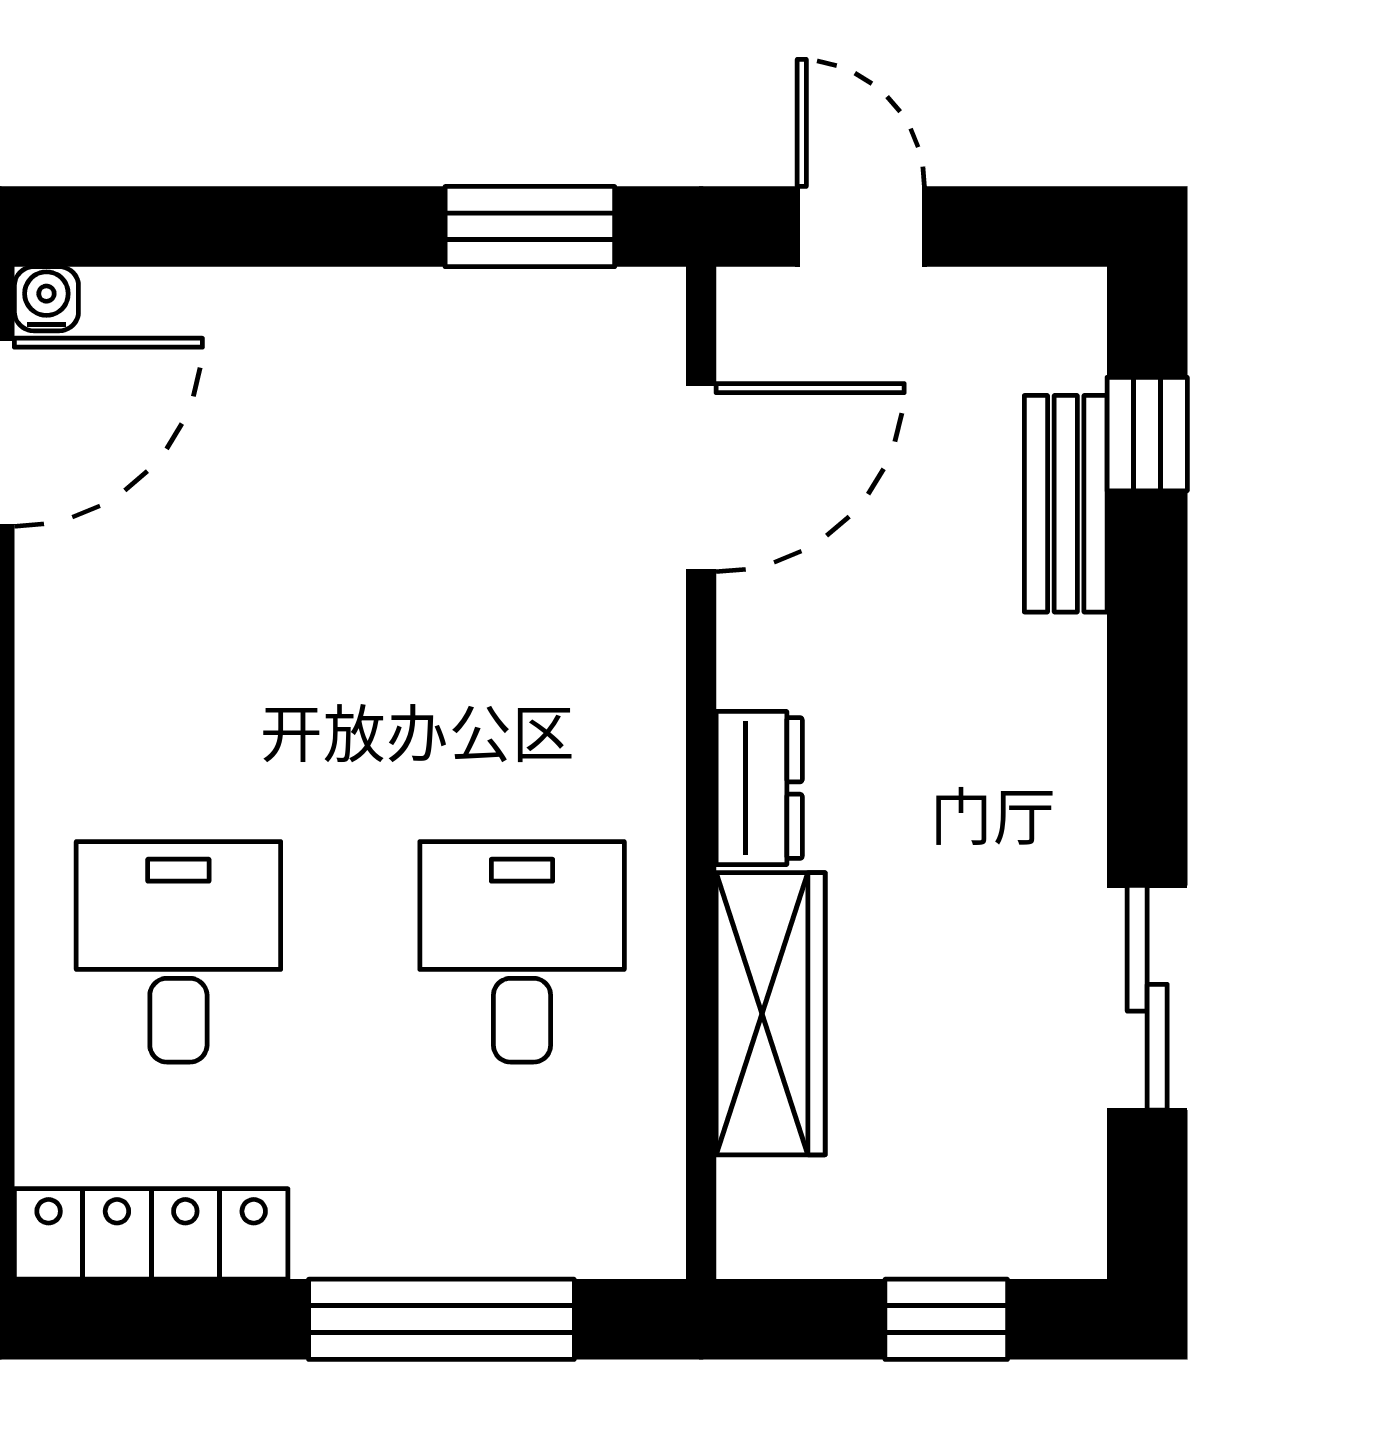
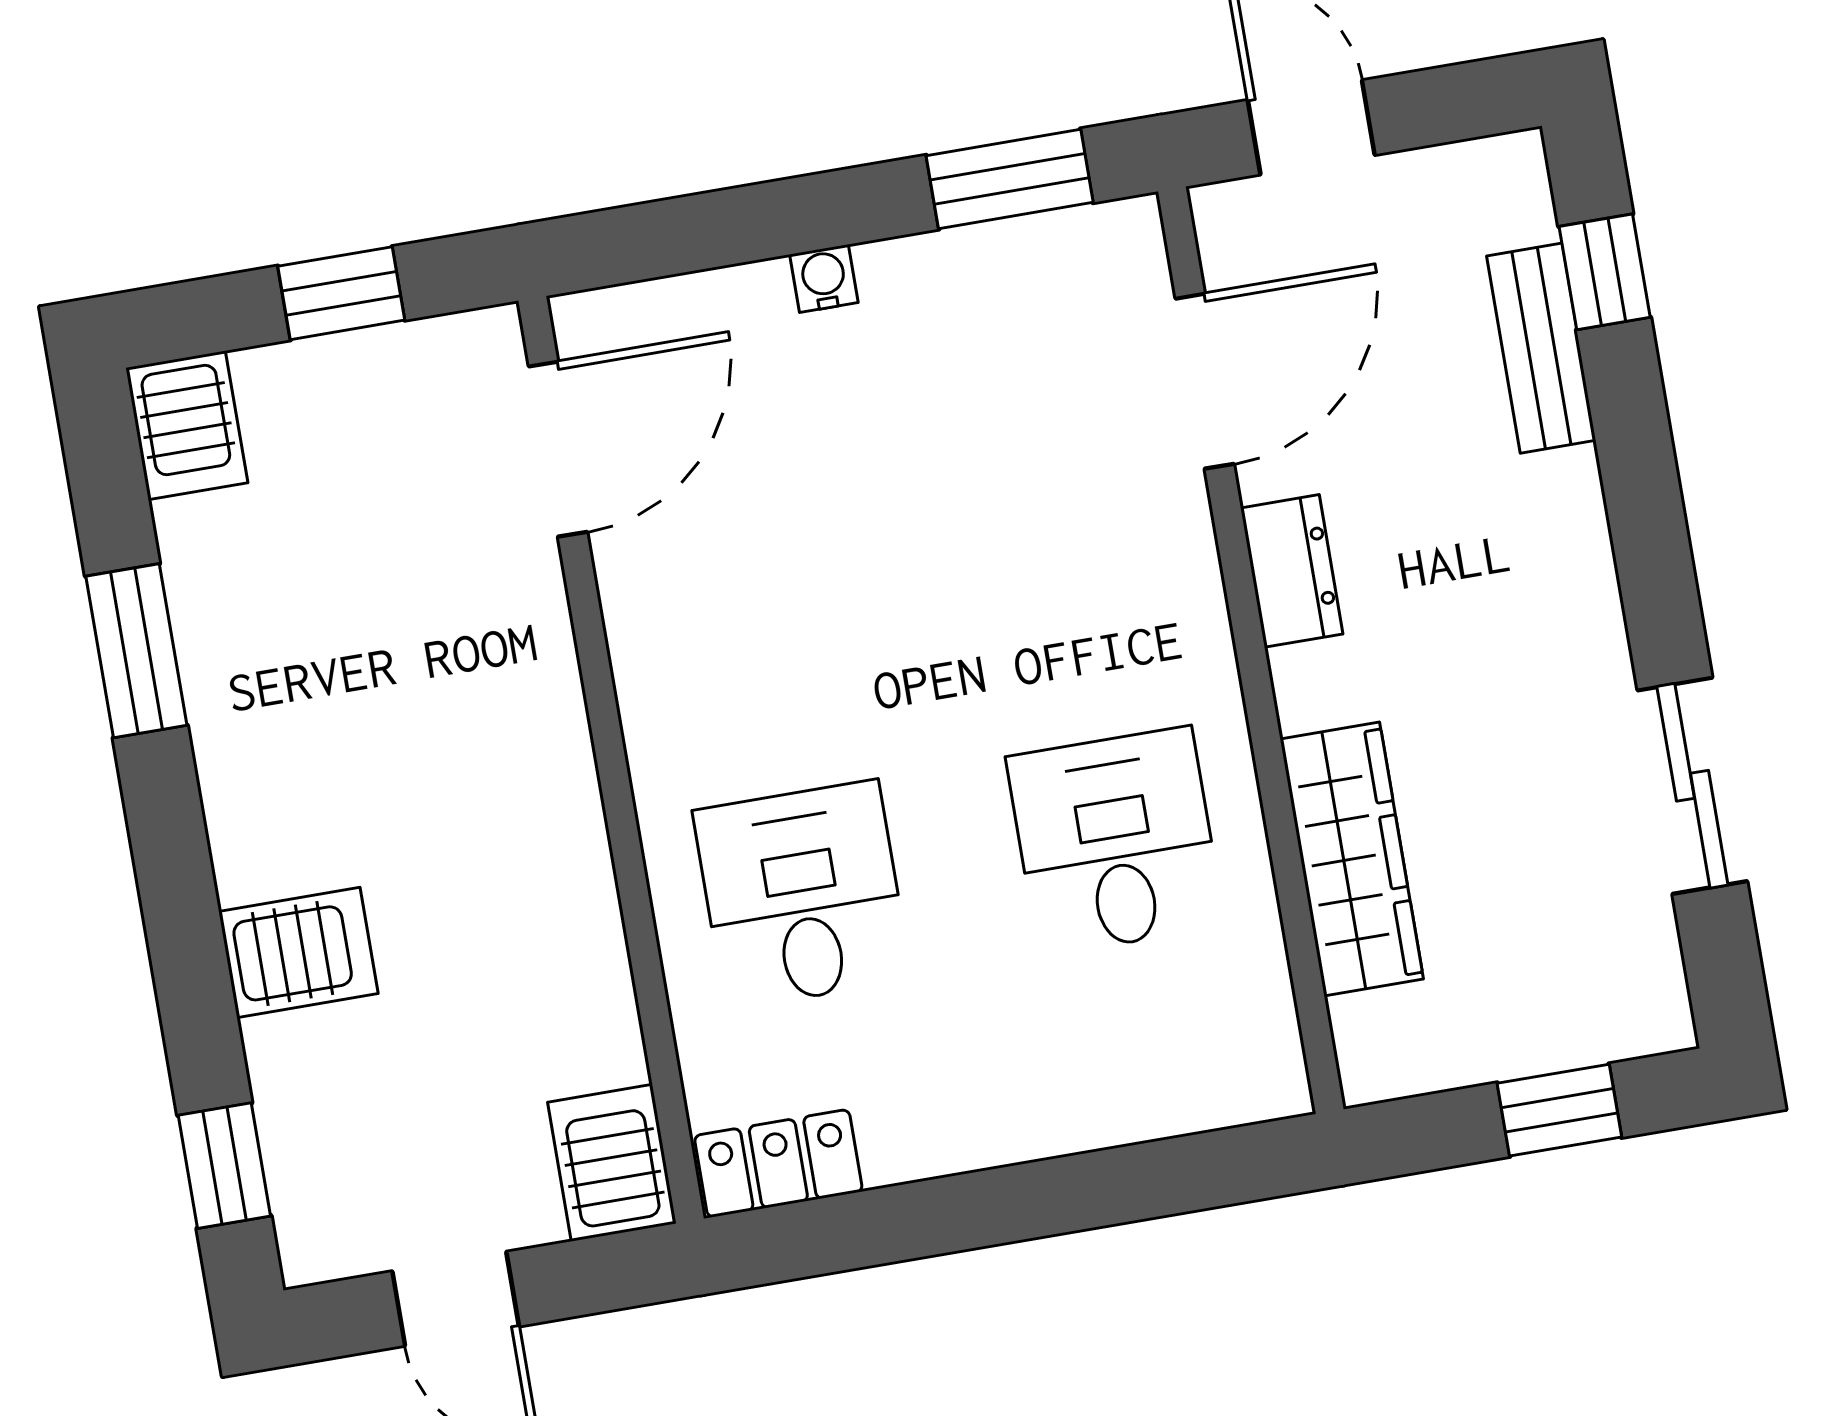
water cooler: (46, 299) -> (824, 278), moved
dresser: (759, 788) -> (1292, 571), moved
locker: (151, 1234) -> (778, 1164), width x0.66
window: (441, 1319) -> (1099, 1189), removed

